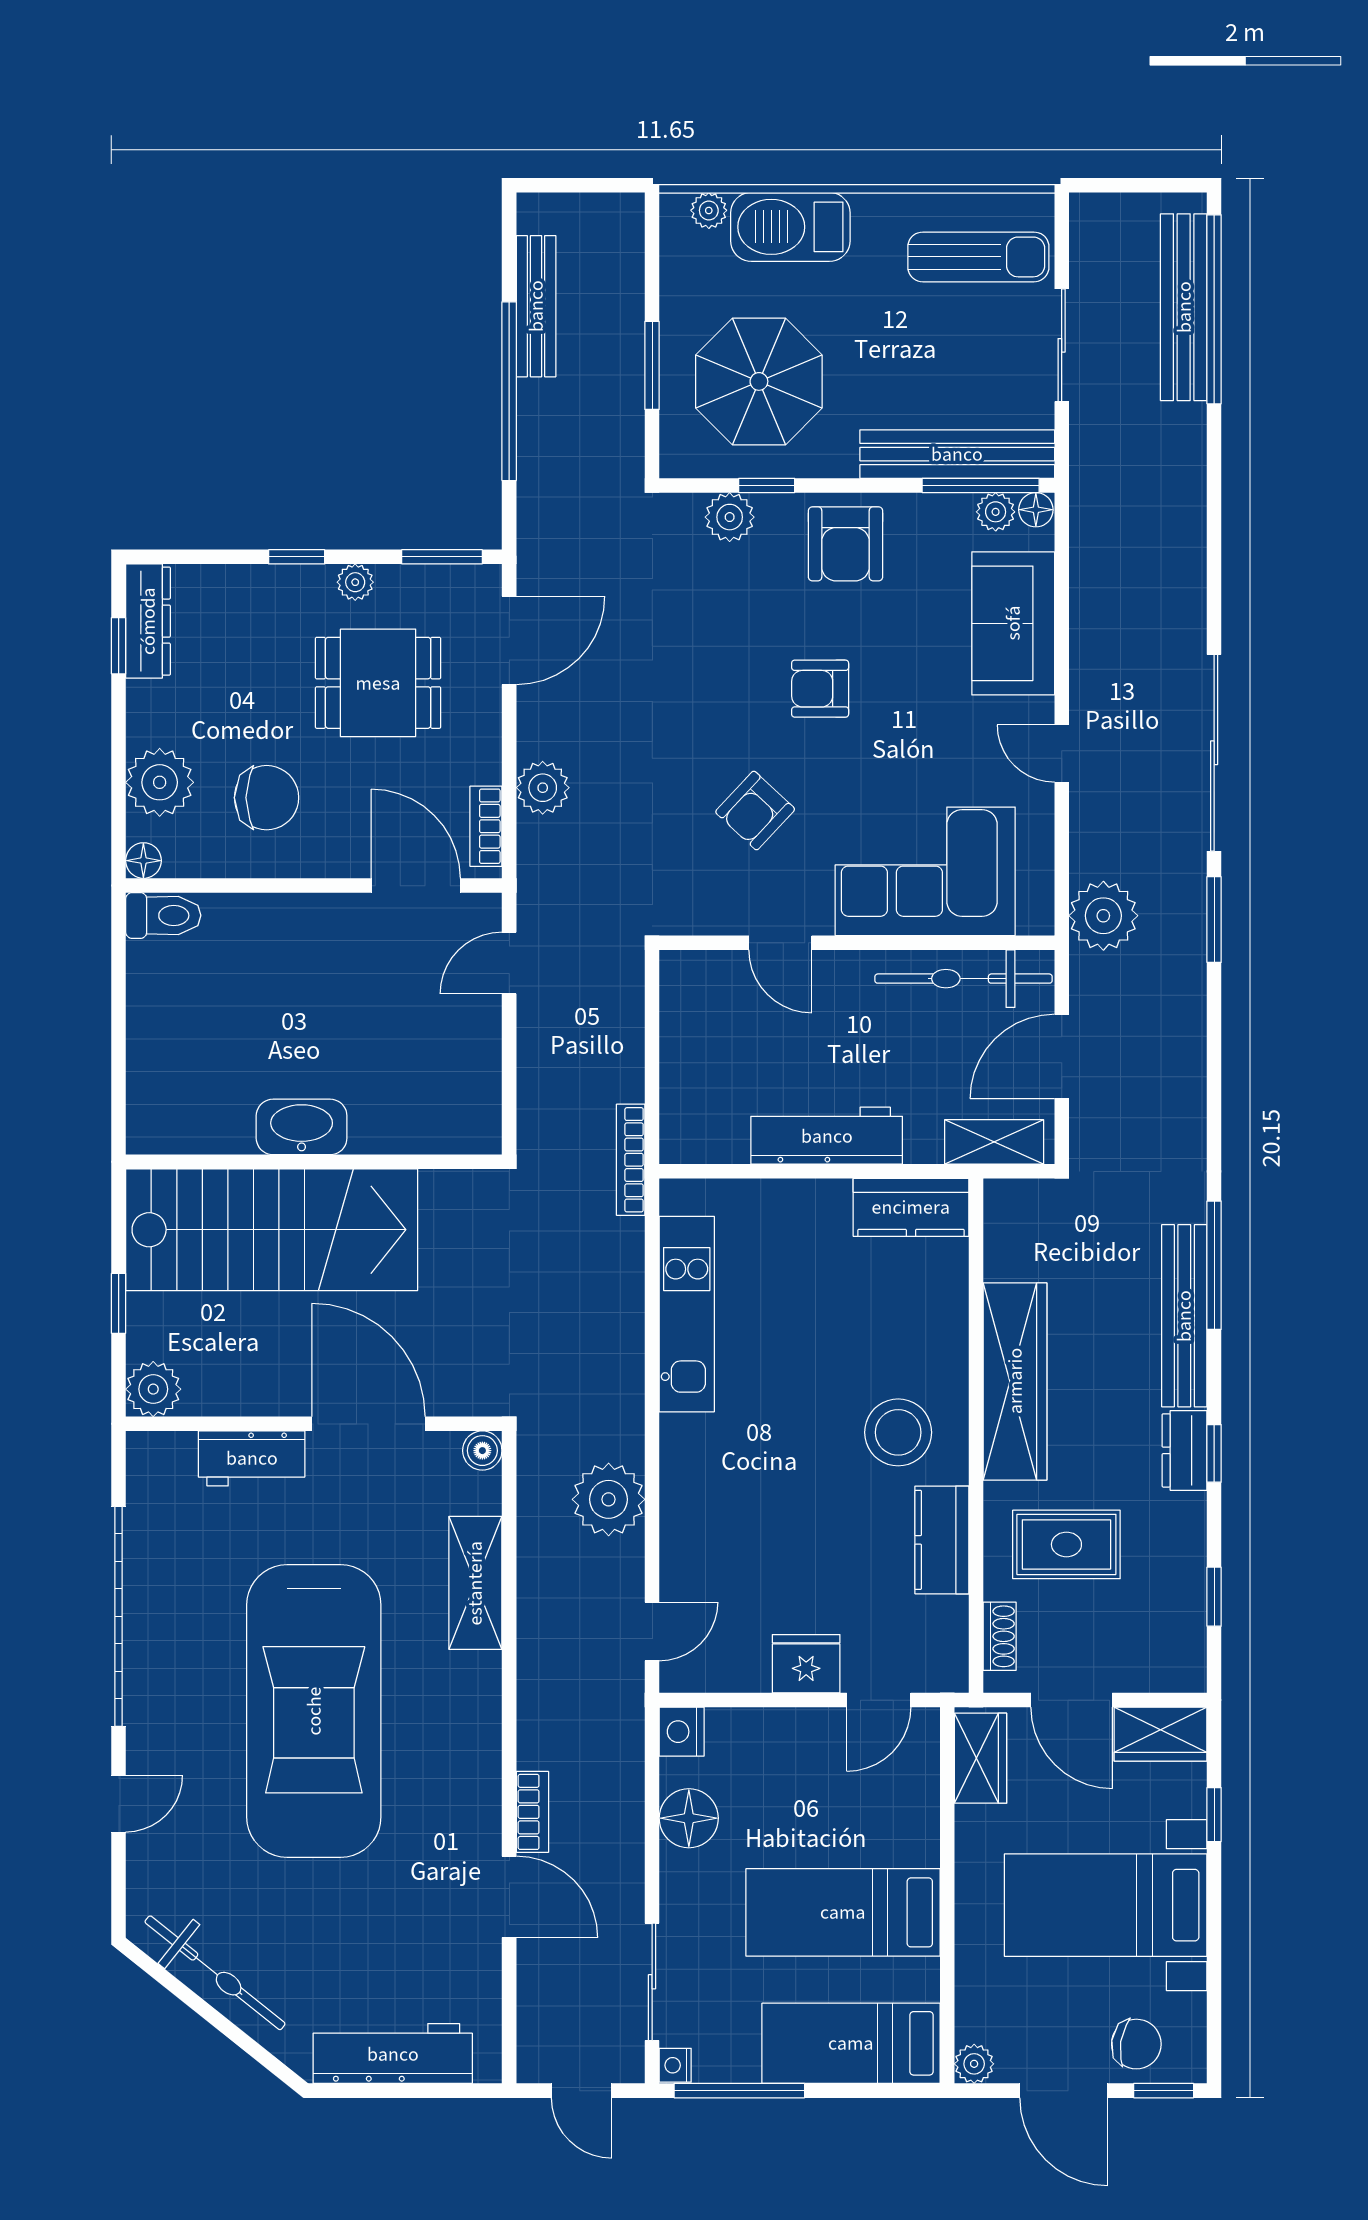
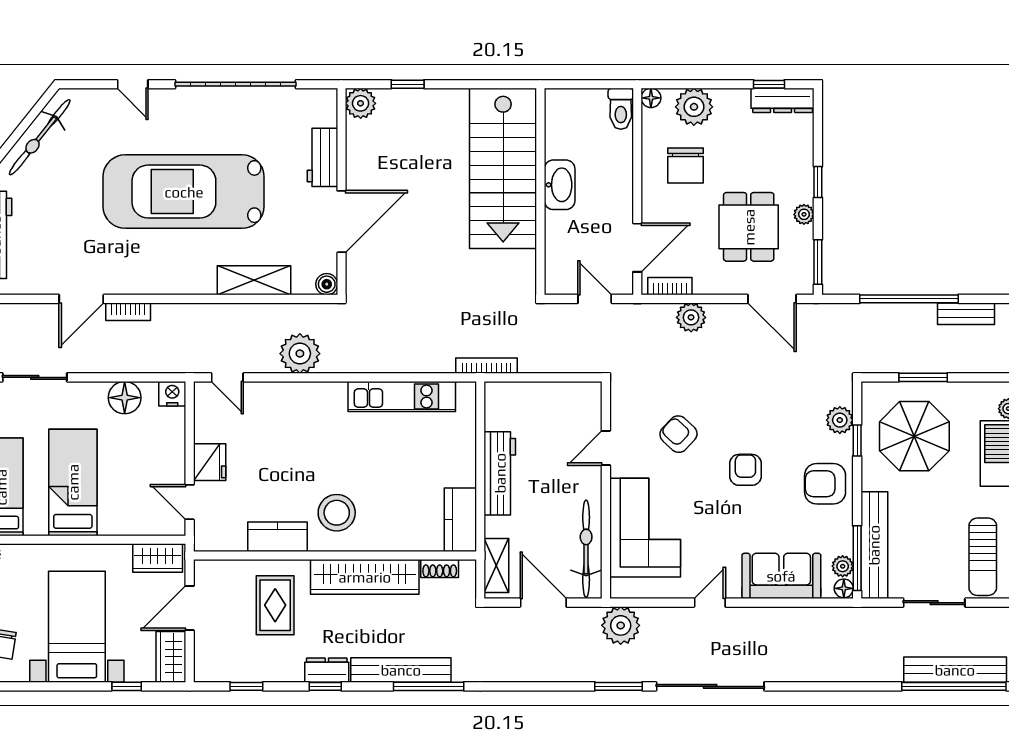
bench: (536, 306) -> (966, 314), width x0.73
washbasin: (302, 1127) -> (560, 185), moved
wall: (314, 1162) -> (540, 192), moved
stairs: (272, 1230) -> (503, 168), moved
shoe rack: (1000, 1636) -> (440, 568), moved

